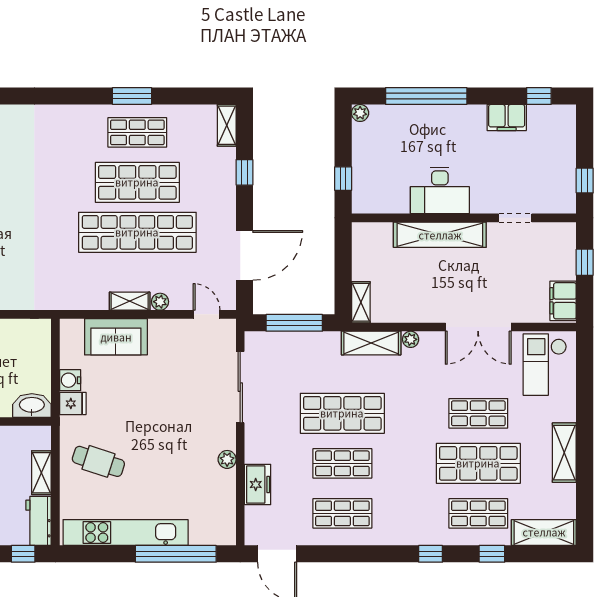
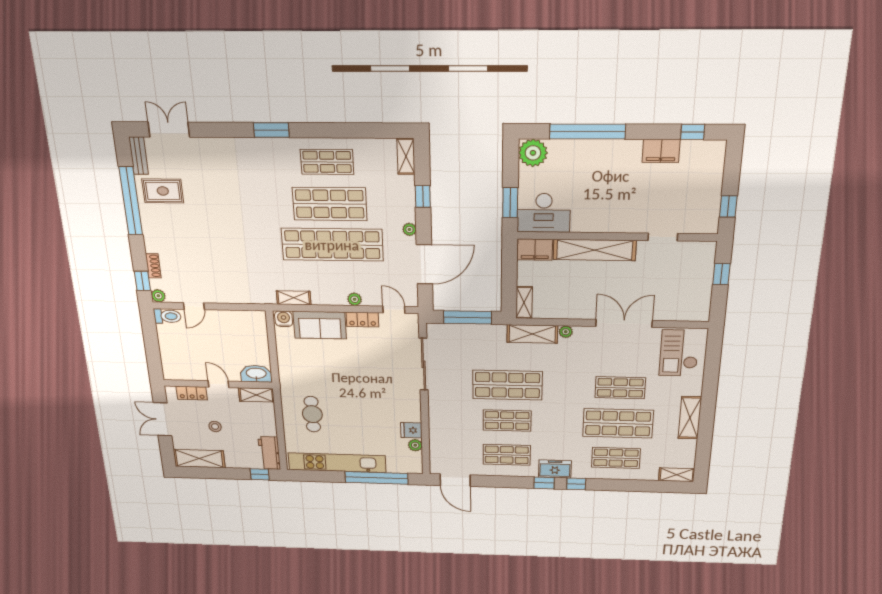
window: (132, 96) -> (271, 130), moved
plant: (360, 113) -> (533, 153), width x1.87, depth x1.87
window: (343, 179) -> (510, 203), width x1.50
desk: (440, 190) -> (544, 213), moved
plant: (228, 212) -> (409, 229), added
shelving: (130, 301) -> (294, 298), moved
filing cabinet: (563, 301) -> (535, 250), moved, turned -90
double door: (478, 327) -> (624, 323), swing flipped
locker: (168, 328) -> (362, 320), added
water cooler: (70, 380) -> (284, 319), moved, turned 90
fridge: (73, 403) -> (411, 430), moved, turned 180
plant: (227, 459) -> (415, 445), moved
cafe table: (98, 461) -> (312, 414), turned 71
shelving: (41, 473) -> (256, 395), moved, turned 90
freezer: (258, 484) -> (555, 469), moved, turned -90
shelving: (544, 532) -> (677, 475), width x0.67, depth x0.75
window: (492, 554) -> (544, 483), moved

